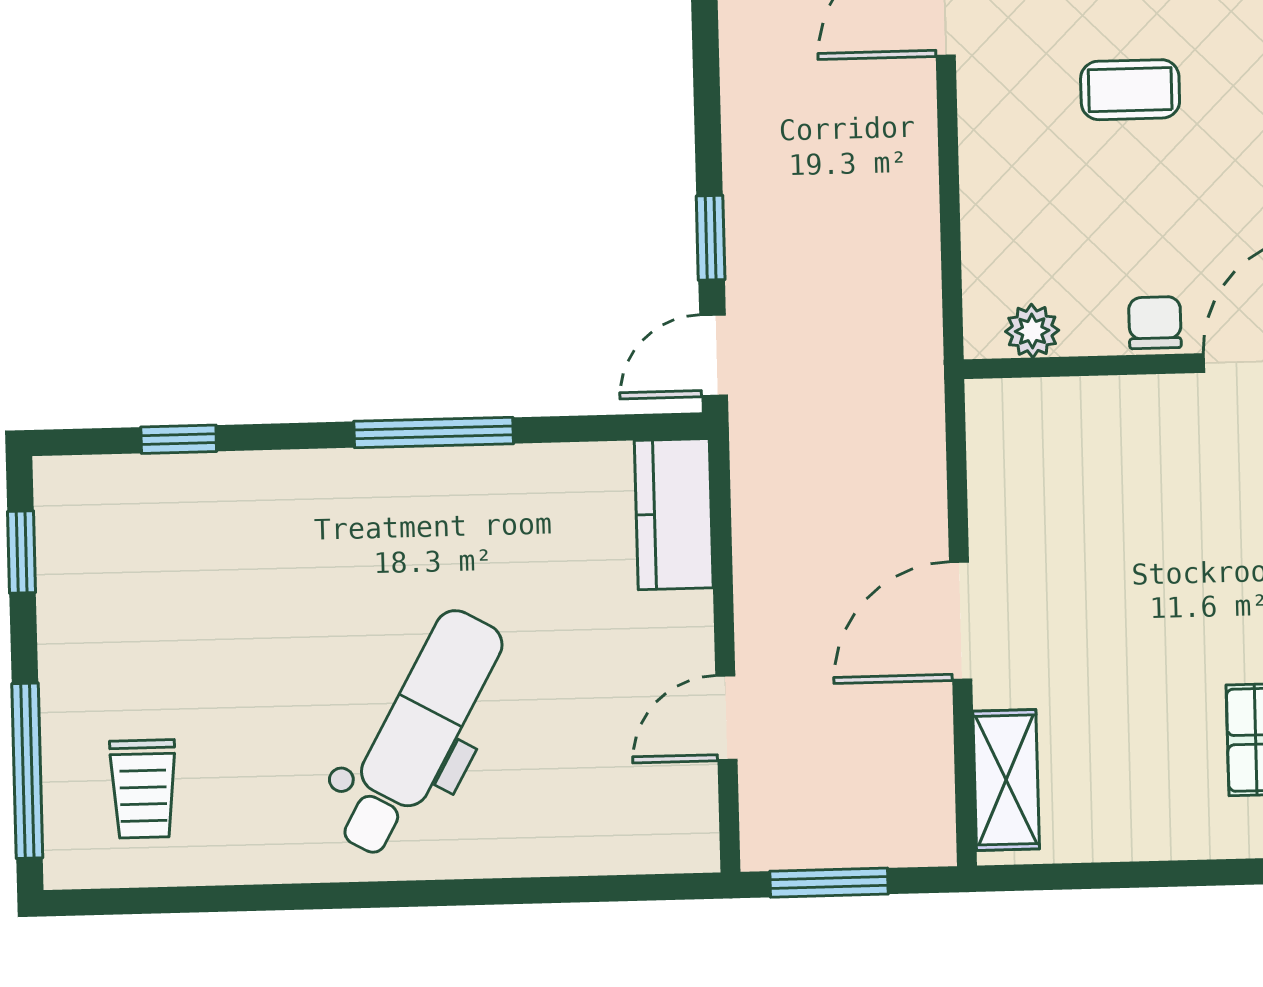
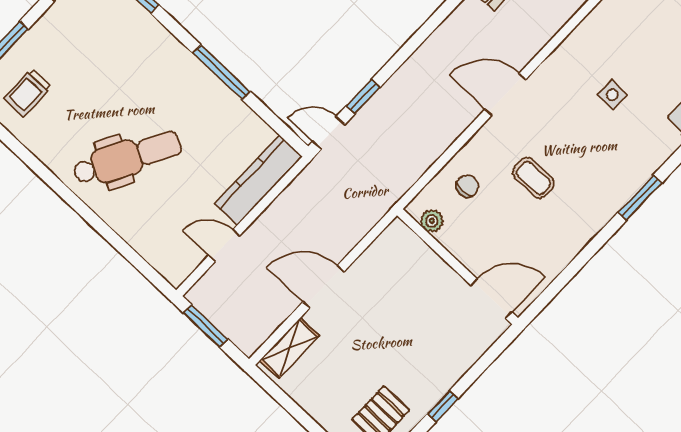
chair: (1155, 323) -> (467, 186), moved
kitchen counter: (674, 514) -> (258, 180), width x1.50

